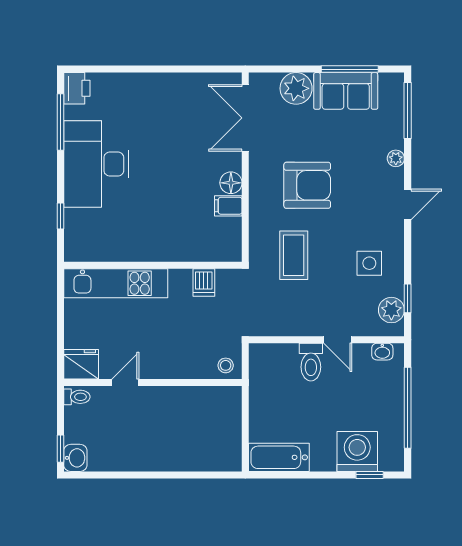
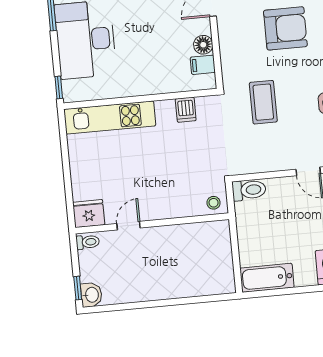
armchair: (307, 185) -> (285, 28), moved
wall: (153, 265) -> (140, 99), moved
kitchen unit: (116, 283) -> (110, 118), moved
dishwasher: (204, 283) -> (186, 110), moved
toilet: (311, 362) -> (249, 190), moved, turned -90

